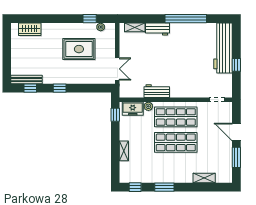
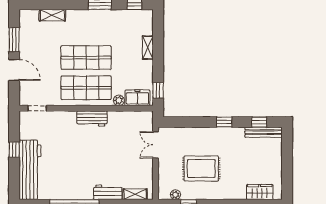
workbench: (157, 91) -> (92, 119), moved

